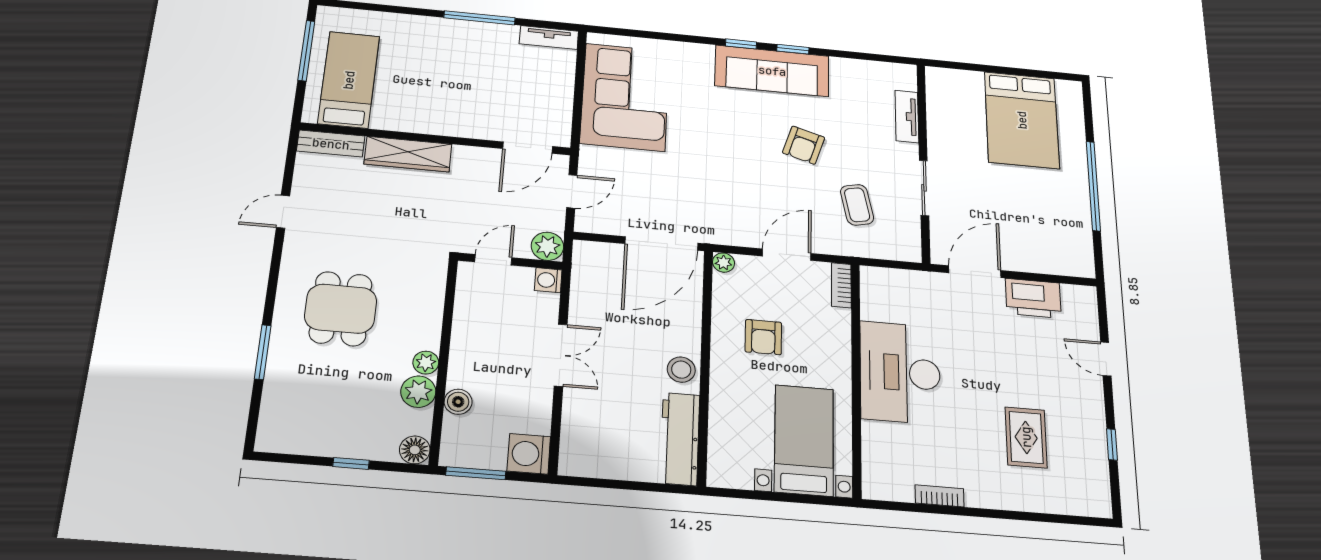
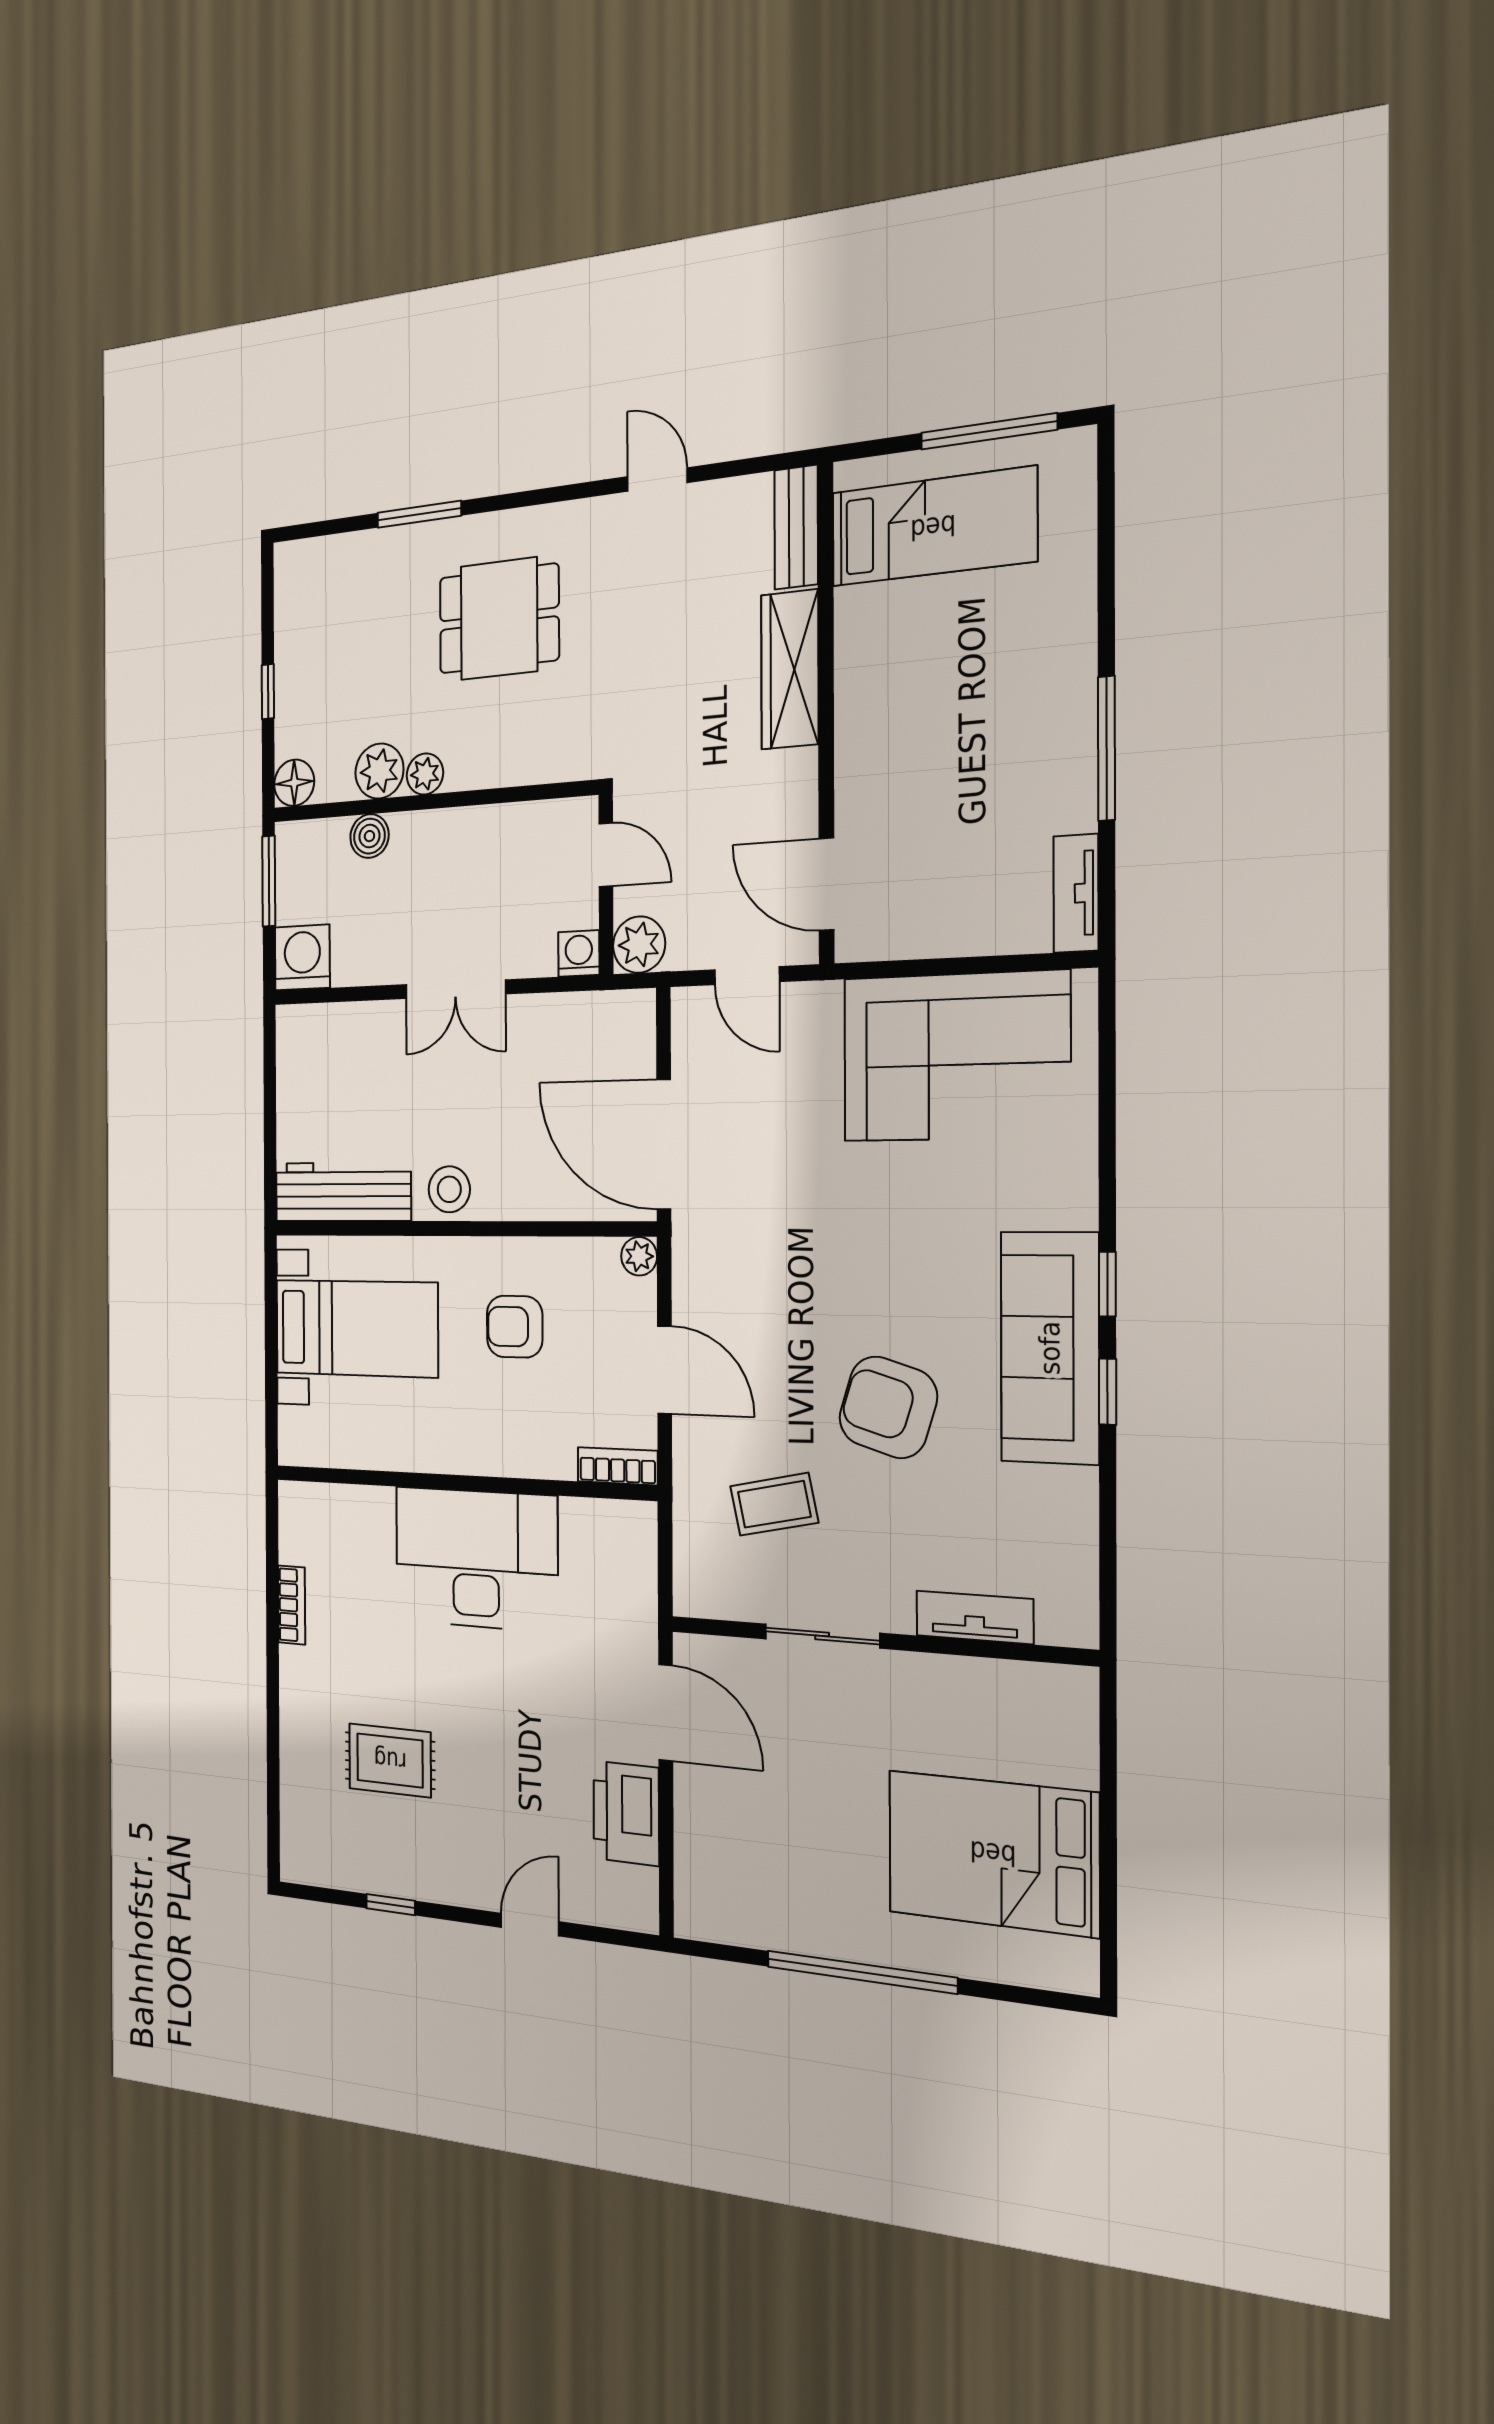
armchair: (804, 145) -> (888, 1407), width x1.38, depth x1.38
bed with nightstands: (804, 440) -> (356, 1328), moved

